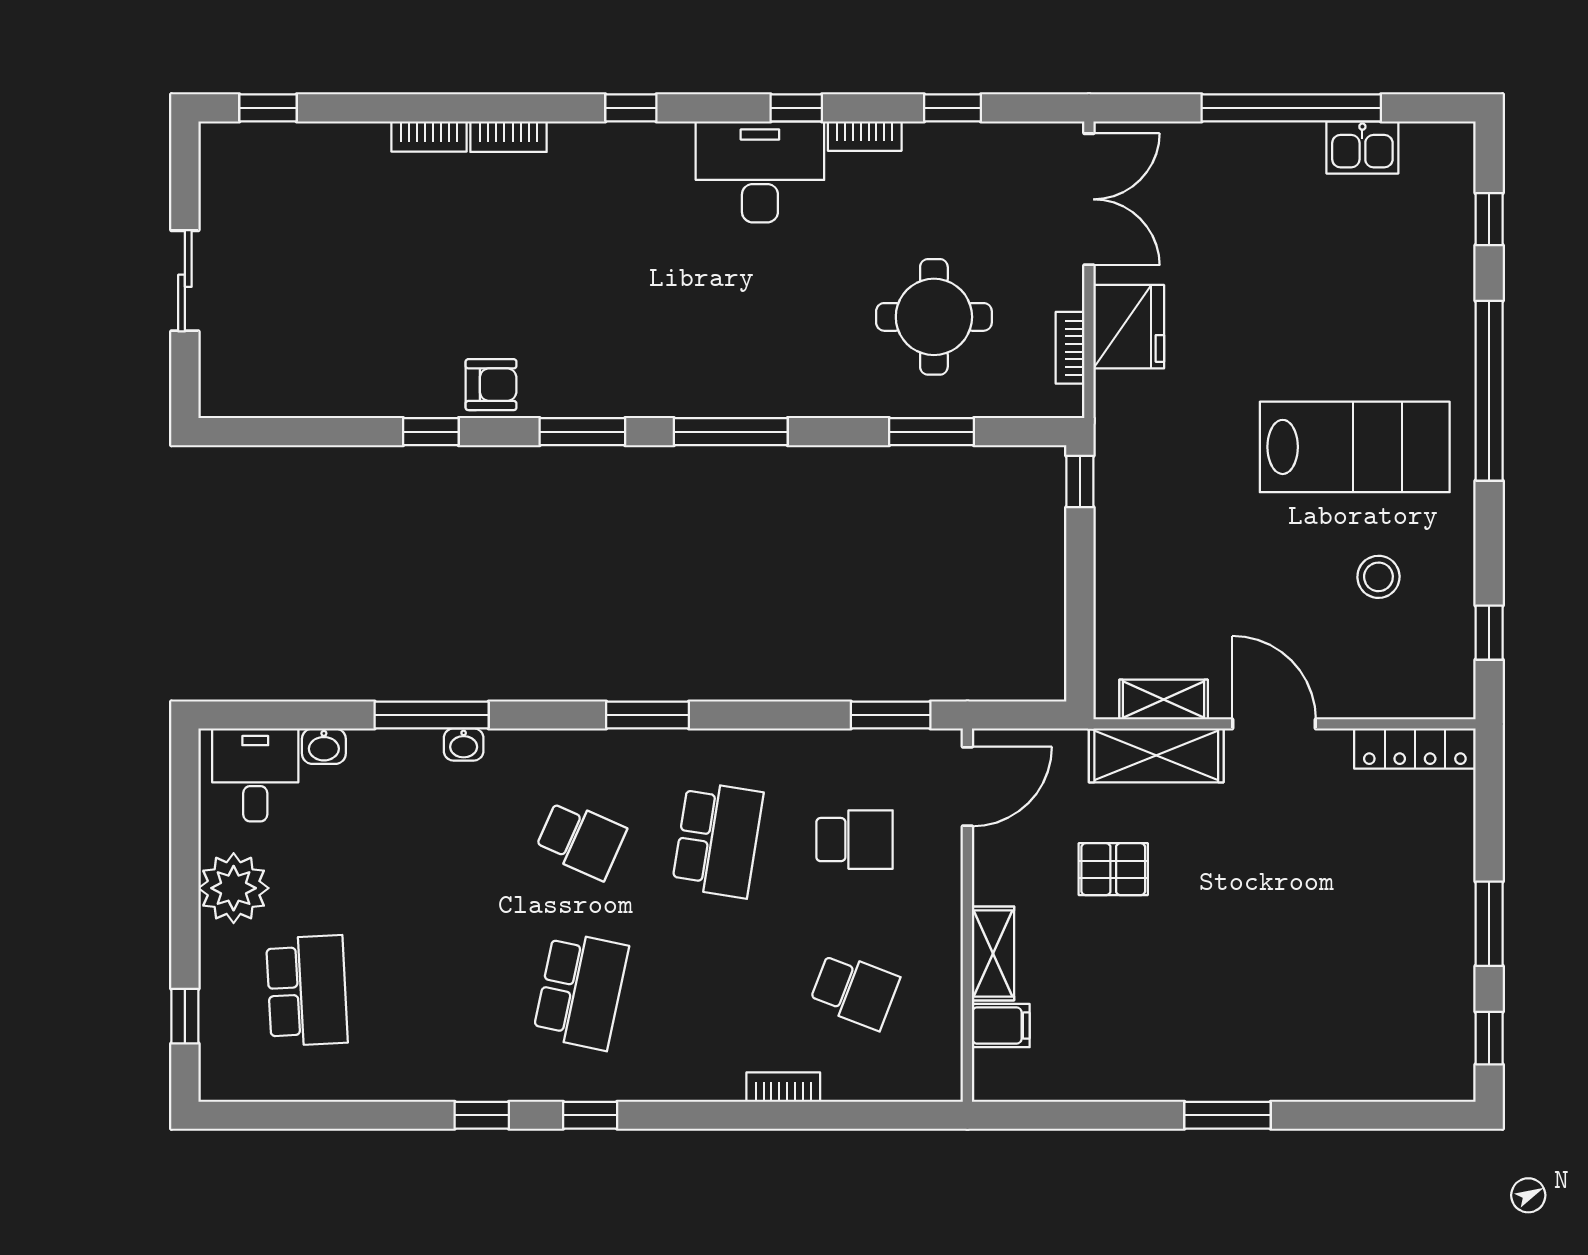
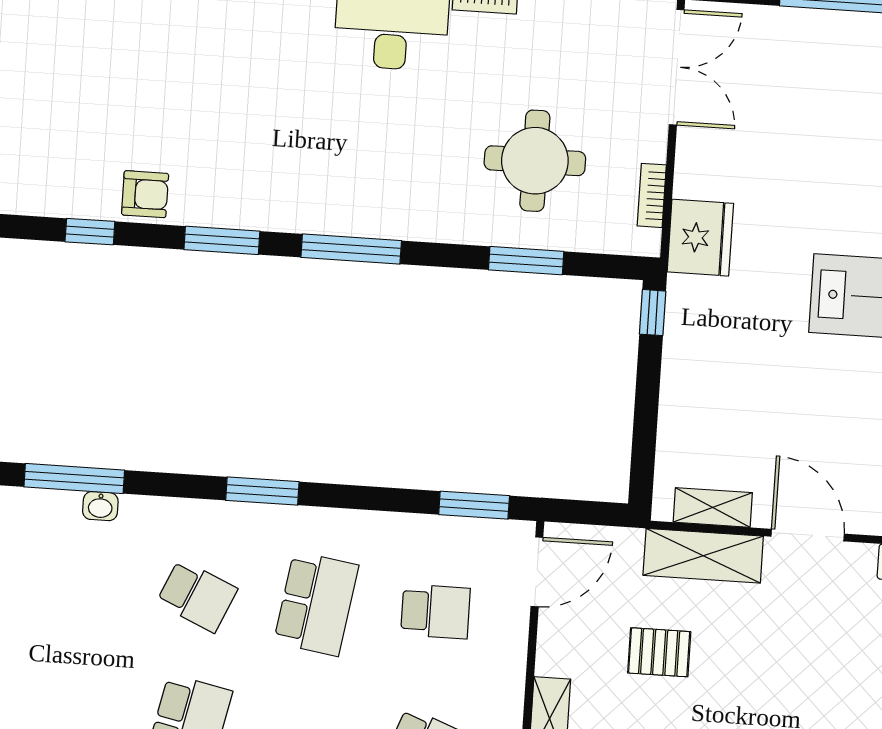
fridge: (1129, 327) -> (700, 238), moved

